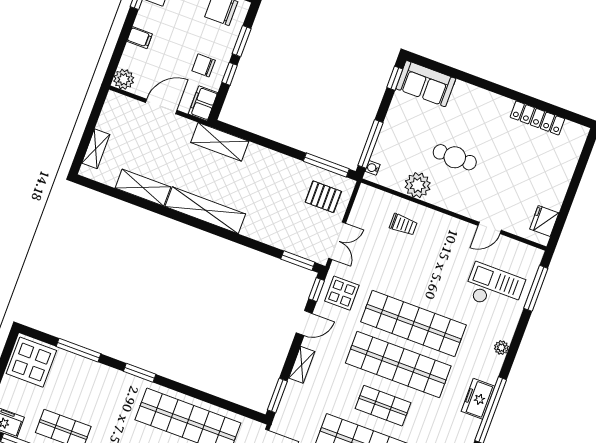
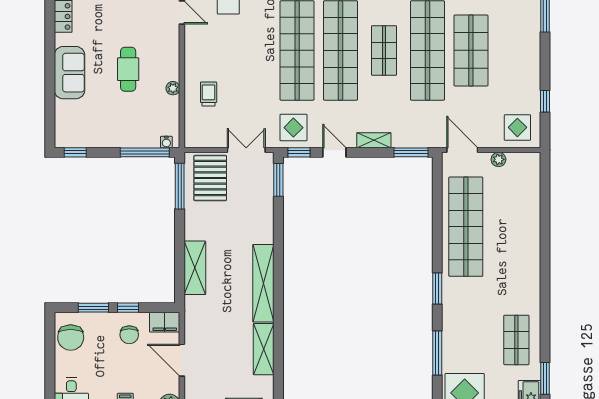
sofa: (426, 84) -> (70, 73), moved
shelving: (220, 142) -> (195, 268), moved
plant: (418, 185) -> (173, 88), width x0.53, depth x0.53
pallet: (323, 197) -> (210, 178), width x1.50, depth x1.42

